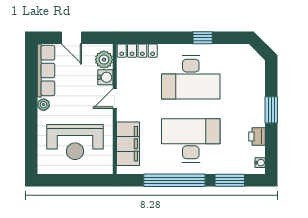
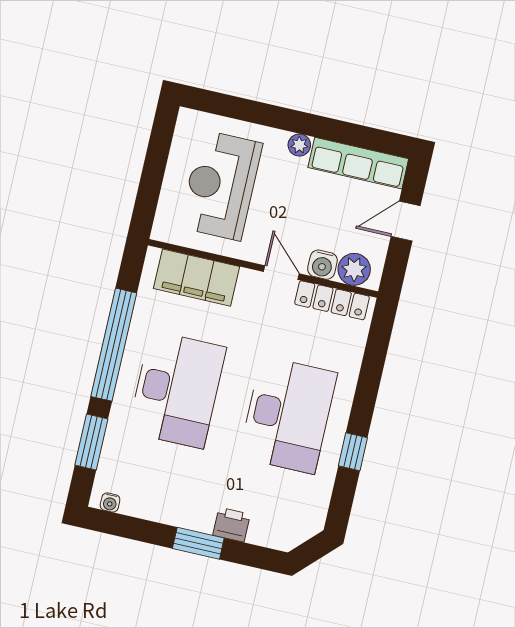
locker: (137, 51) -> (332, 300), moved, turned -90
desk: (191, 77) -> (288, 415), turned 180
printer: (257, 136) -> (232, 525), moved

